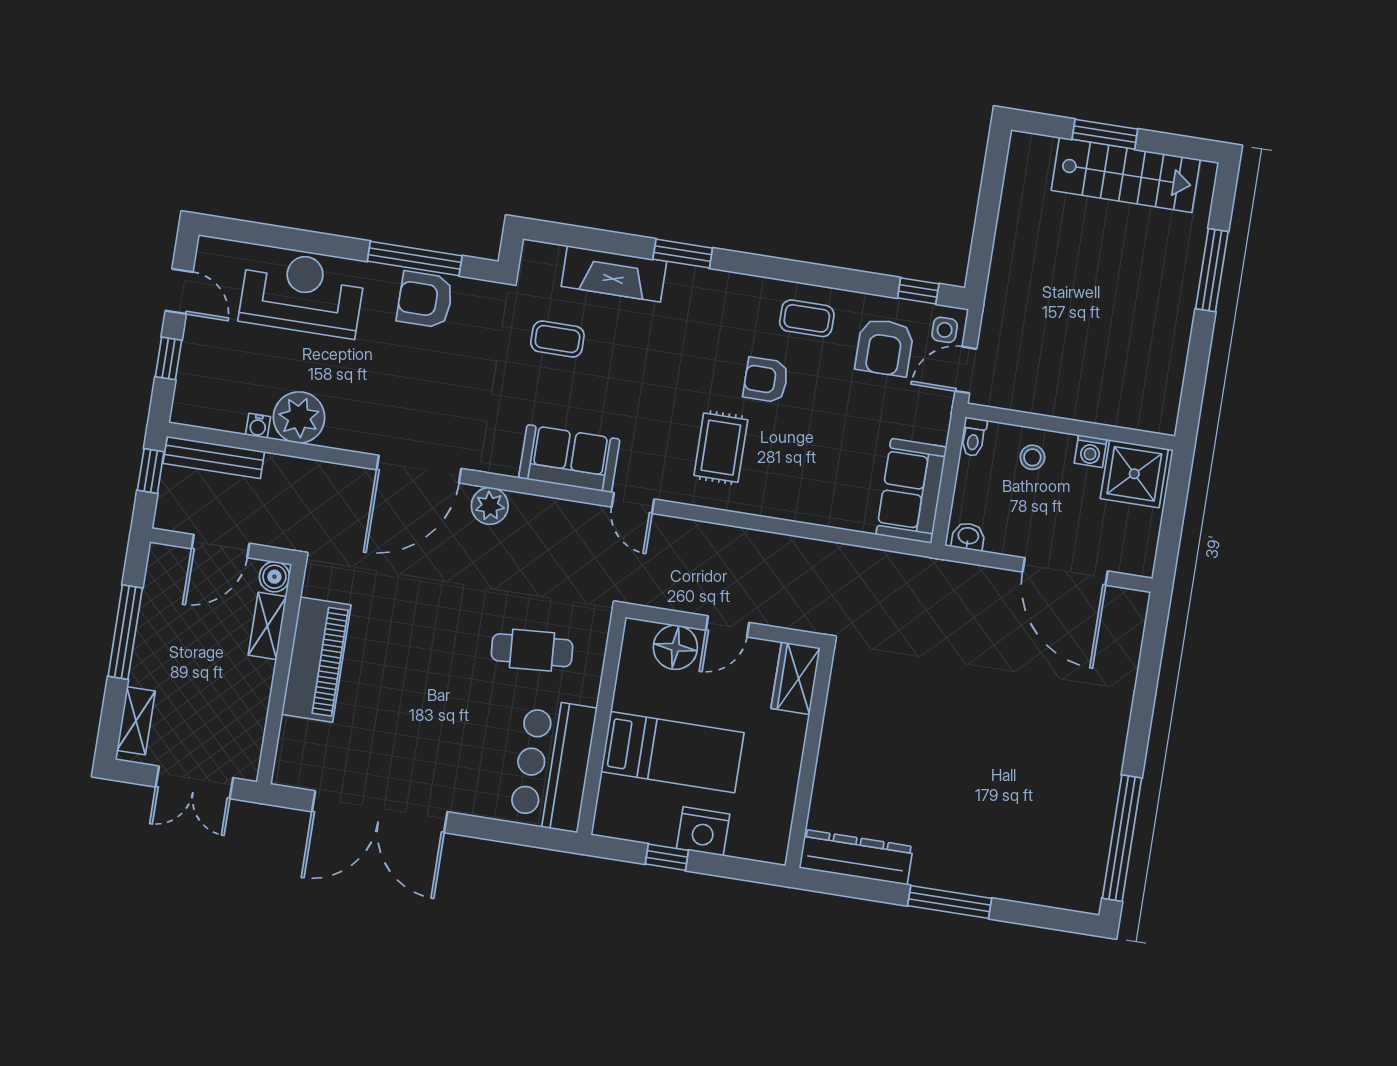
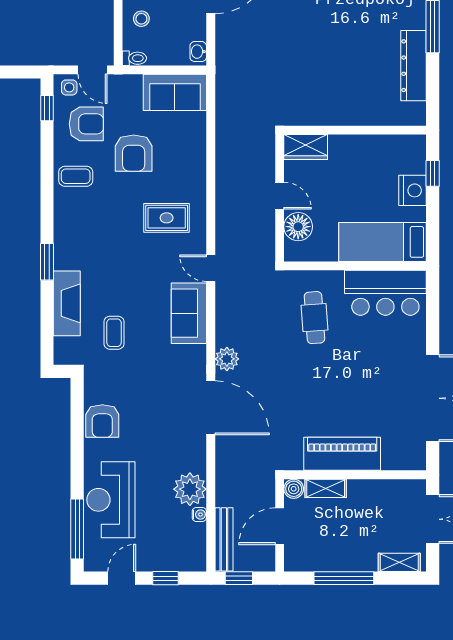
window: (415, 259) -> (77, 529), moved
coffee table: (807, 318) -> (76, 176), turned 90
armchair: (766, 380) -> (134, 153), moved, width x1.38, depth x1.38
door: (633, 503) -> (211, 268), swing flipped
door: (221, 546) -> (280, 526), swing flipped
bed: (673, 752) -> (382, 242), moved, turned -90
window: (667, 857) -> (433, 173), moved
dresser: (856, 857) -> (414, 66), moved

